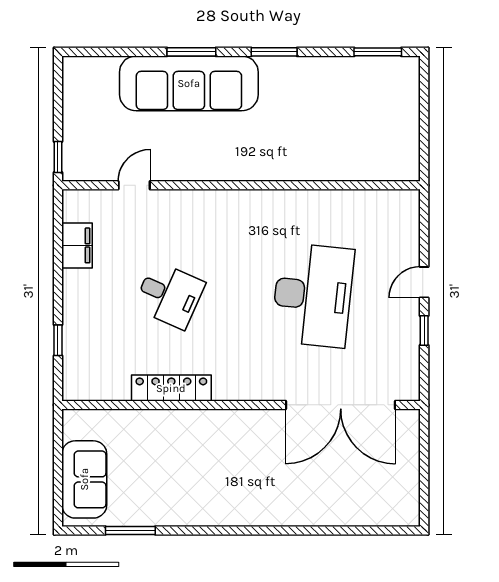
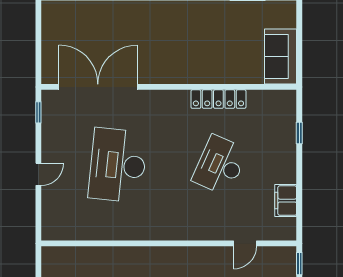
desk: (169, 295) -> (220, 165), width x1.37
window: (424, 330) -> (38, 112), moved
sofa: (84, 479) -> (281, 57), moved

